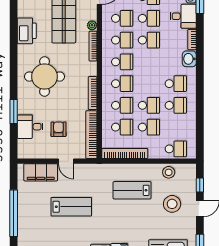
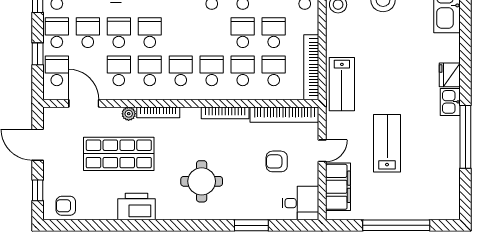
round table: (45, 77) -> (202, 181), width x0.73, depth x0.73
desk: (30, 127) -> (300, 203), moved, turned -90
lab bench: (132, 190) -> (342, 84), moved

